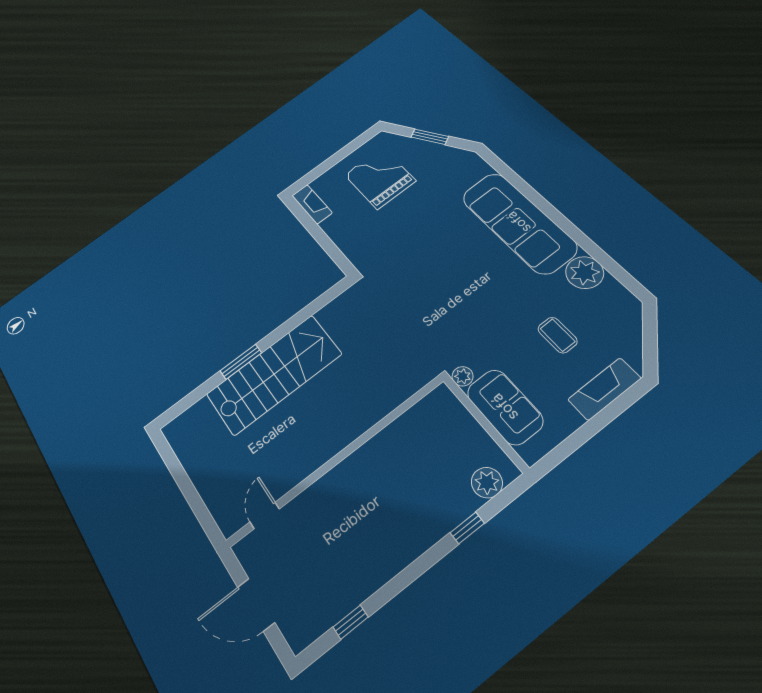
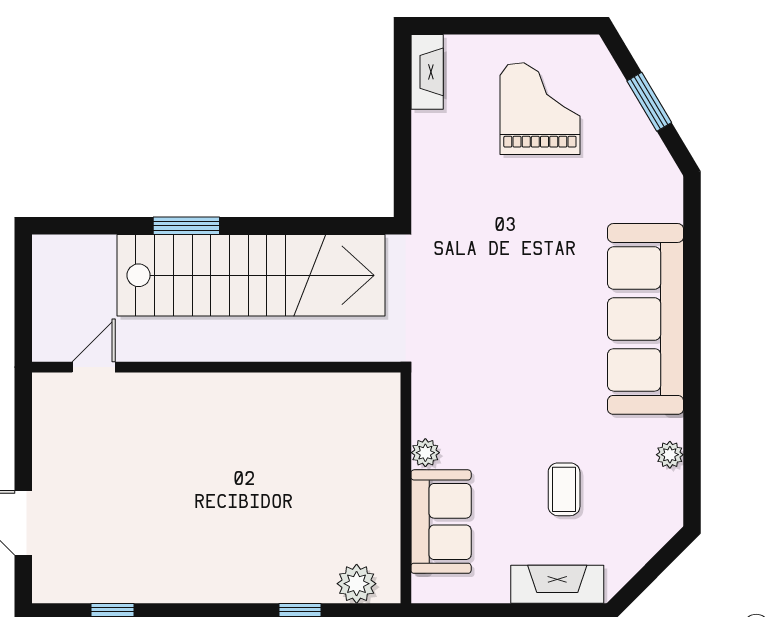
plant: (585, 273) -> (670, 455), width x0.53, depth x0.53
stairs: (274, 374) -> (251, 275), width x1.36
wall: (336, 460) -> (216, 367), moved
door: (265, 515) -> (94, 367), moved

